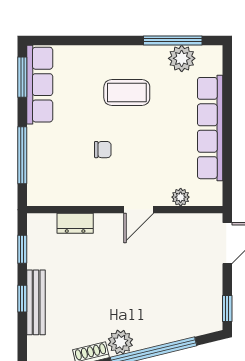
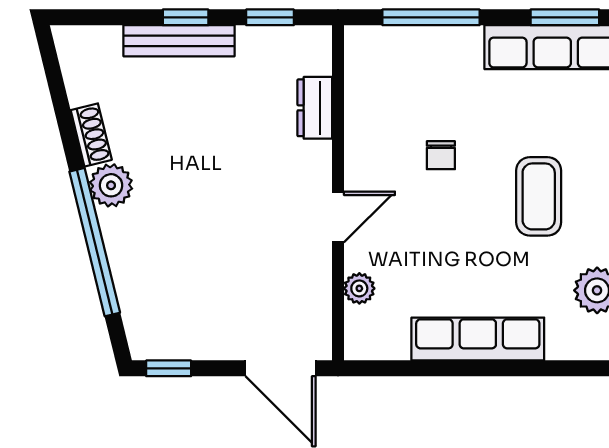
row of seats: (210, 128) -> (478, 339), width x0.73
door: (139, 210) -> (338, 217), swing flipped

